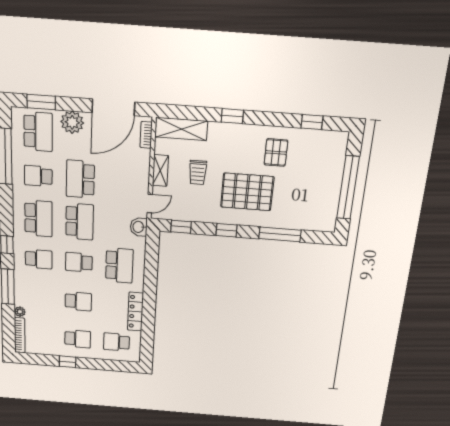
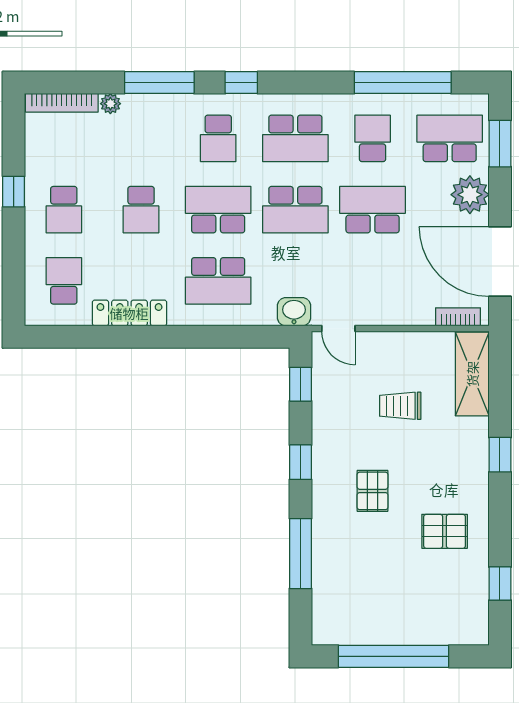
school desk: (38, 132) -> (450, 138), turned 180
shelving: (160, 170) -> (399, 343), removed
pallet: (247, 192) -> (373, 491), width x0.49, depth x0.50
school desk: (79, 262) -> (218, 210), width x1.85

